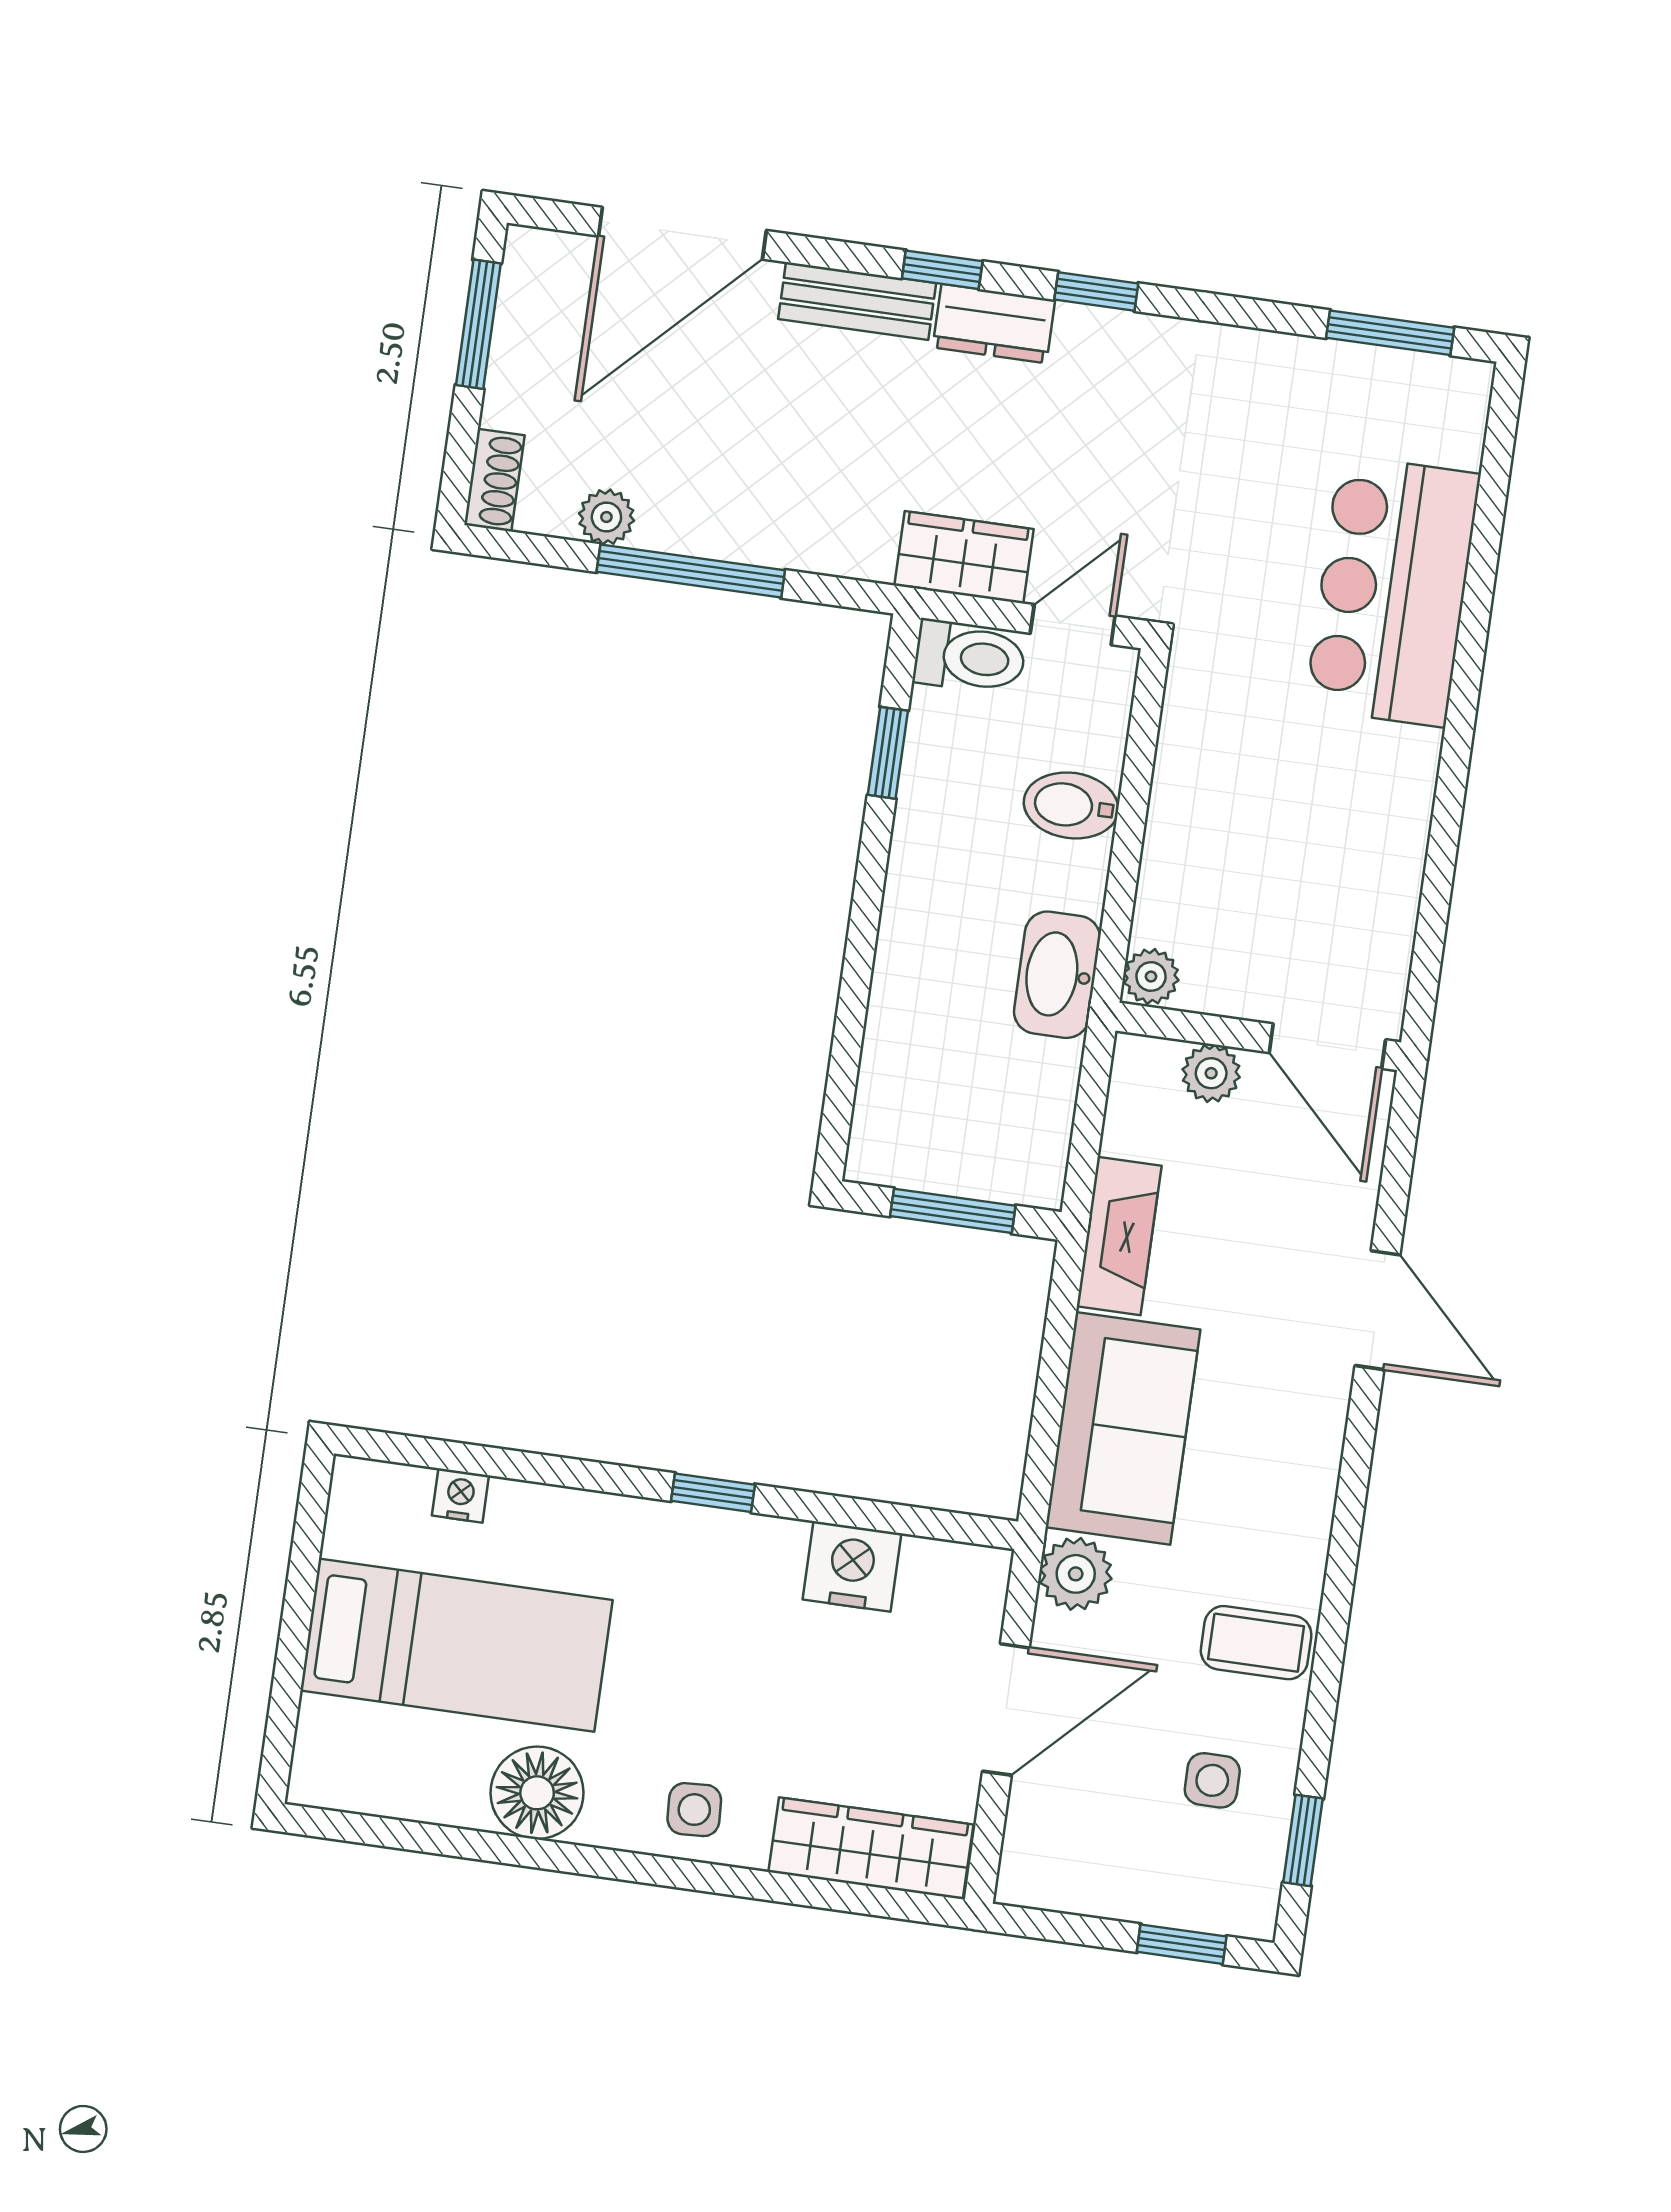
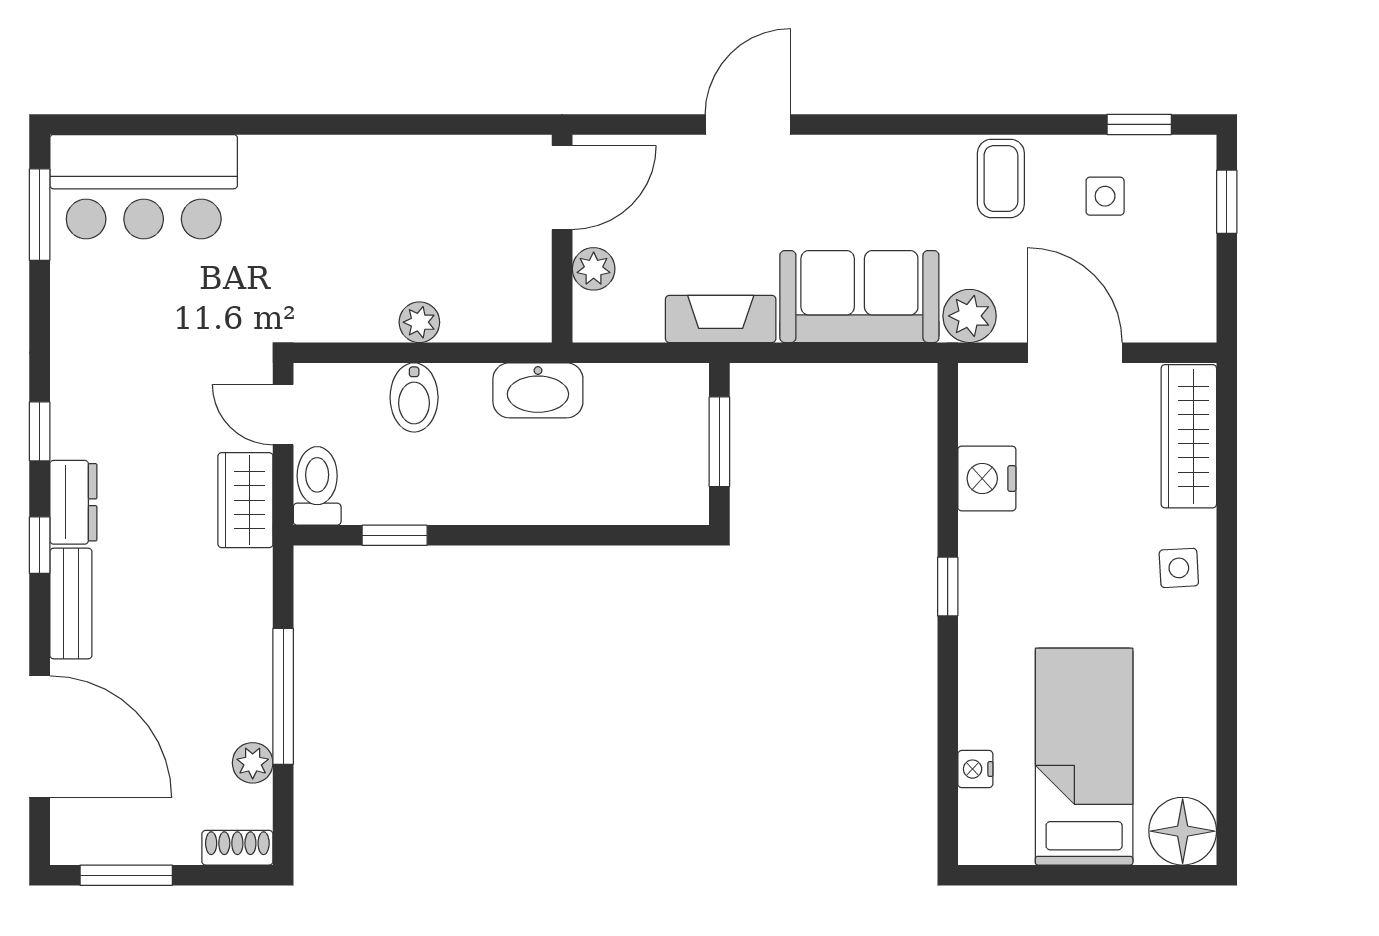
bar counter: (1393, 591) -> (144, 187), moved
plant: (1151, 977) -> (419, 322), moved
floor lamp: (537, 1793) -> (1183, 831), moved

